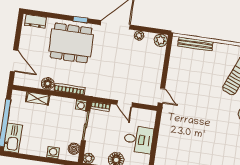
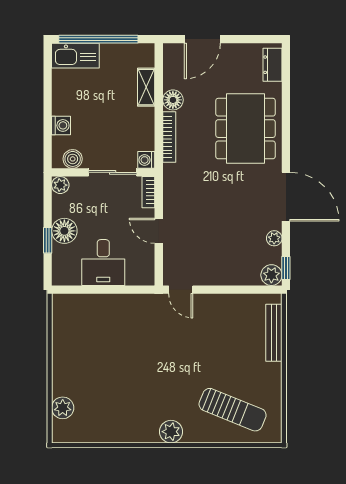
window: (80, 20) -> (286, 268), moved
door: (161, 96) -> (181, 290), hinge flipped
door: (124, 104) -> (159, 231), hinge flipped

